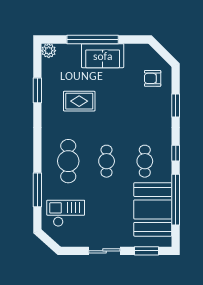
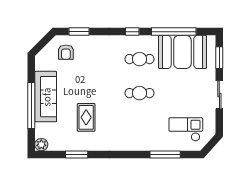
sofa: (103, 56) -> (46, 97), width x1.36
window: (176, 105) -> (79, 32), moved
cafe table: (68, 161) -> (139, 127), removed
checkout: (66, 213) -> (186, 129), turned 90

